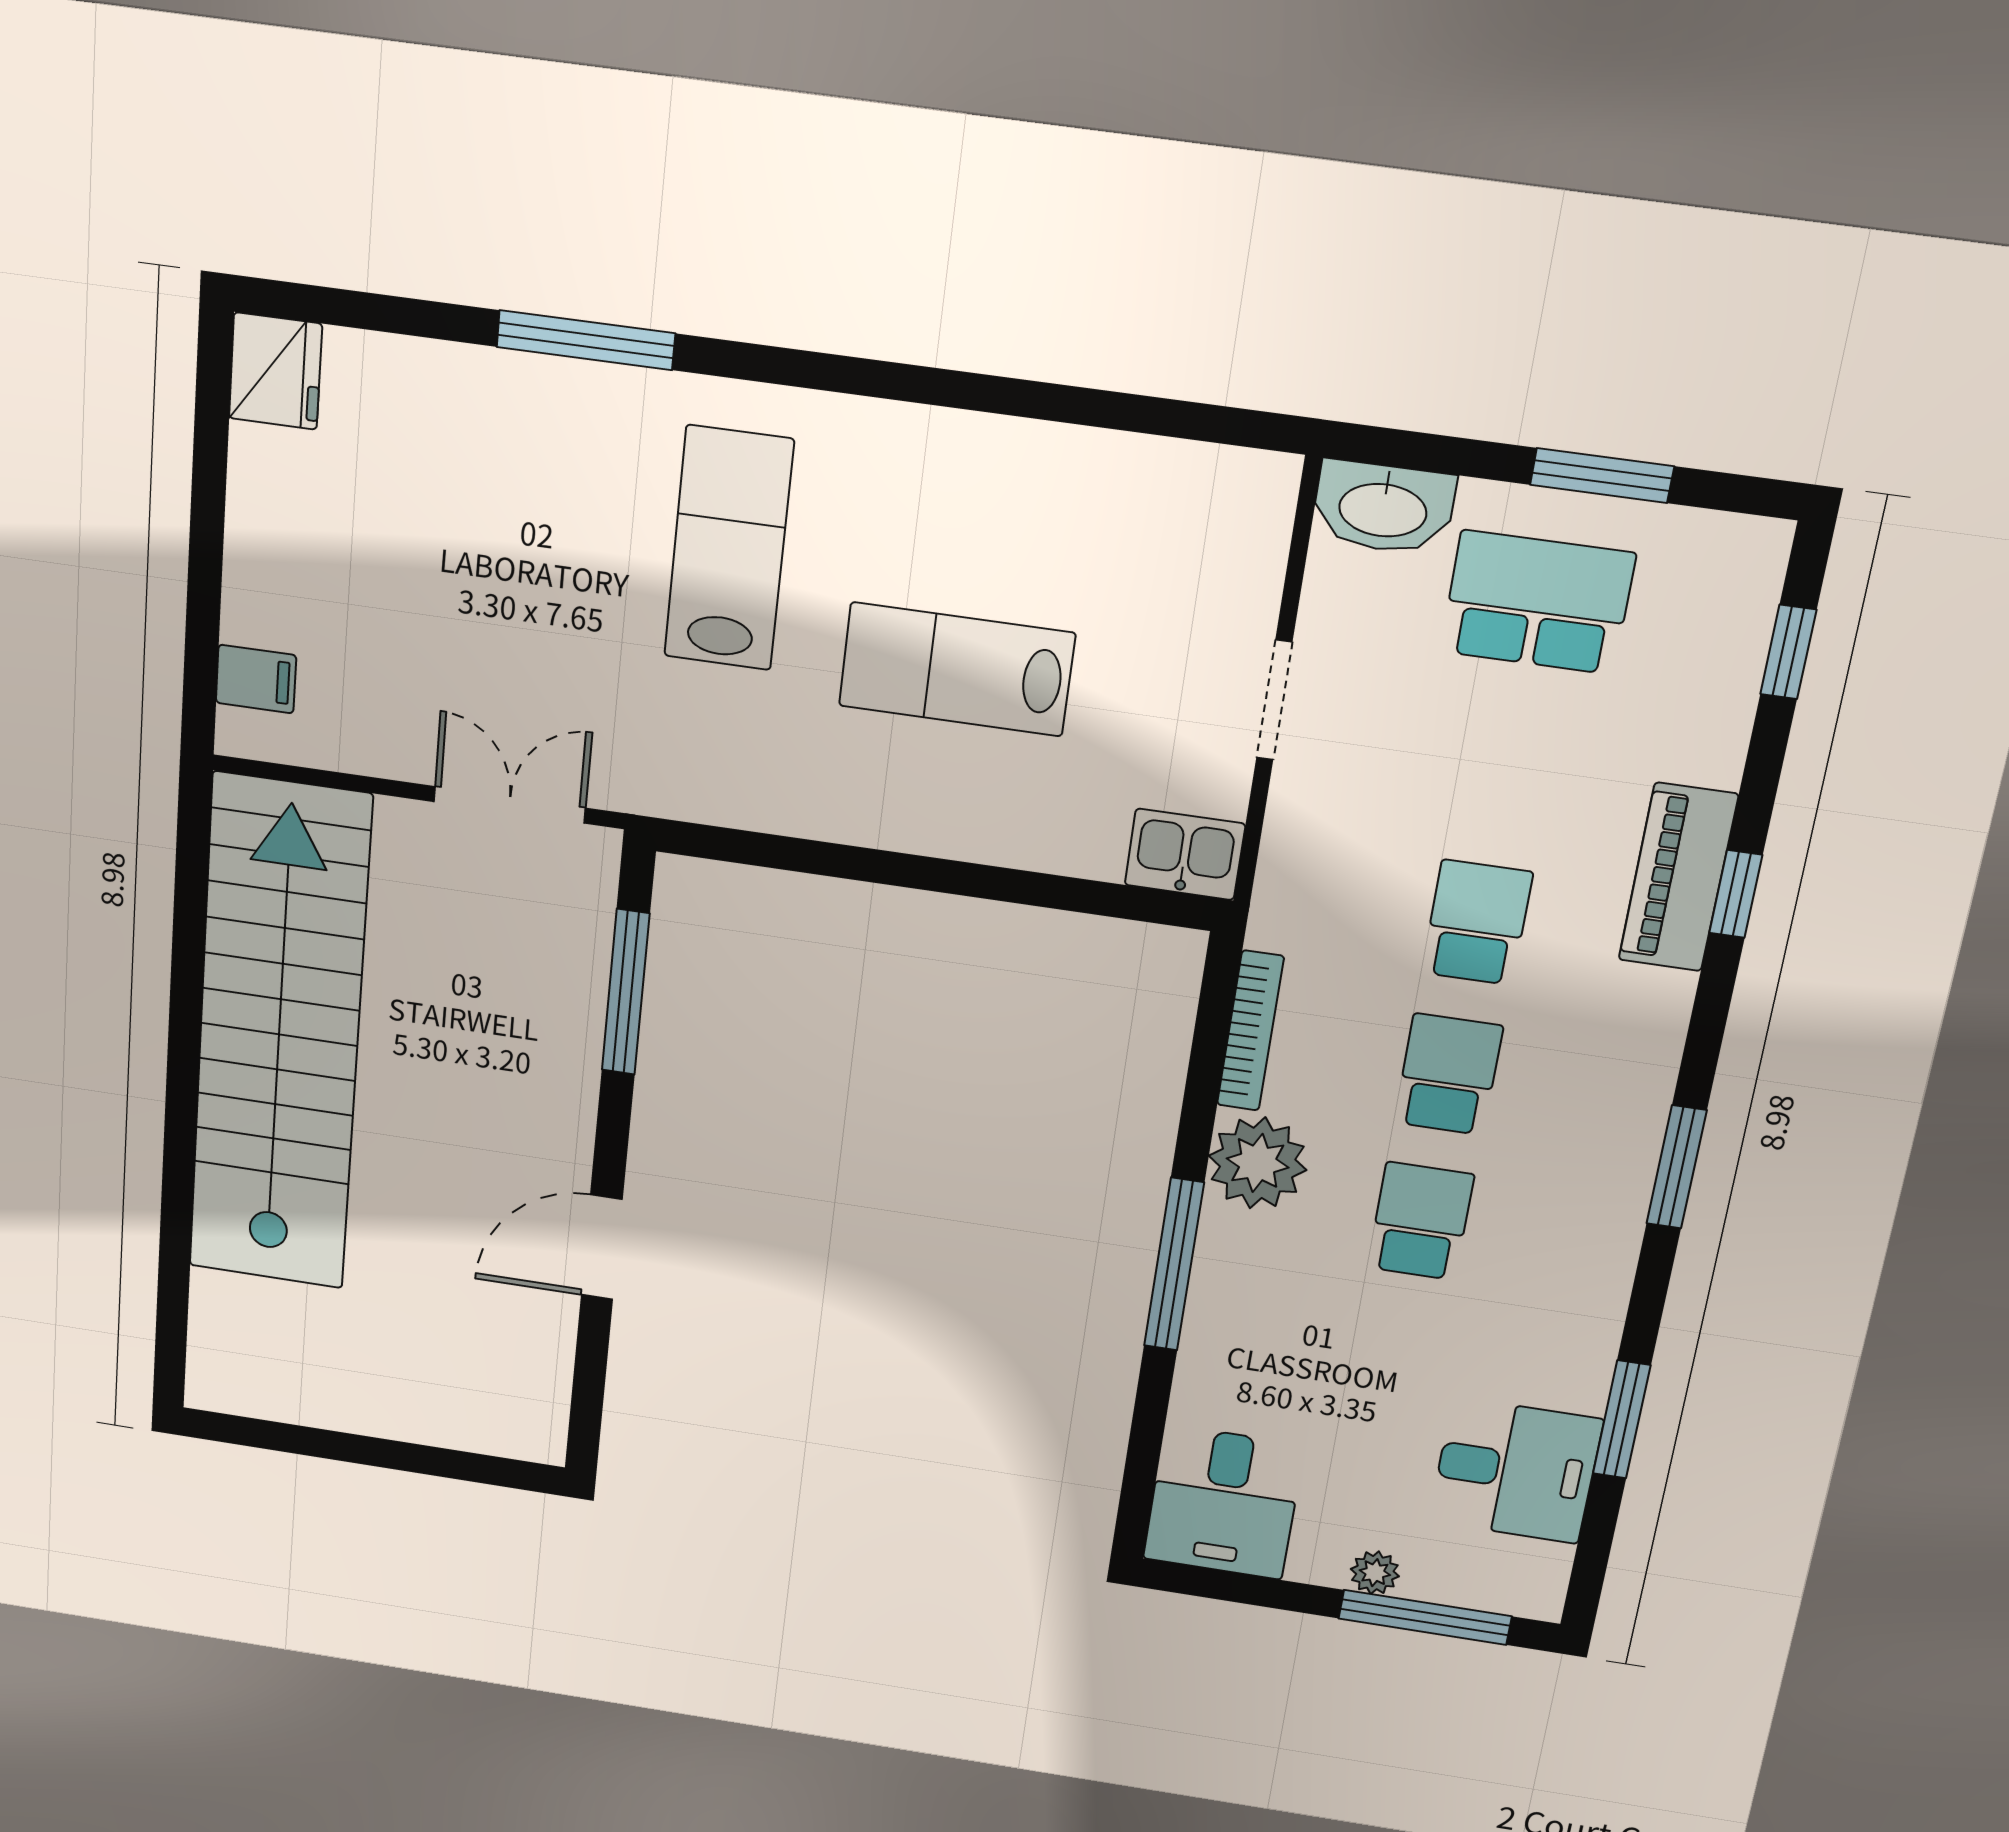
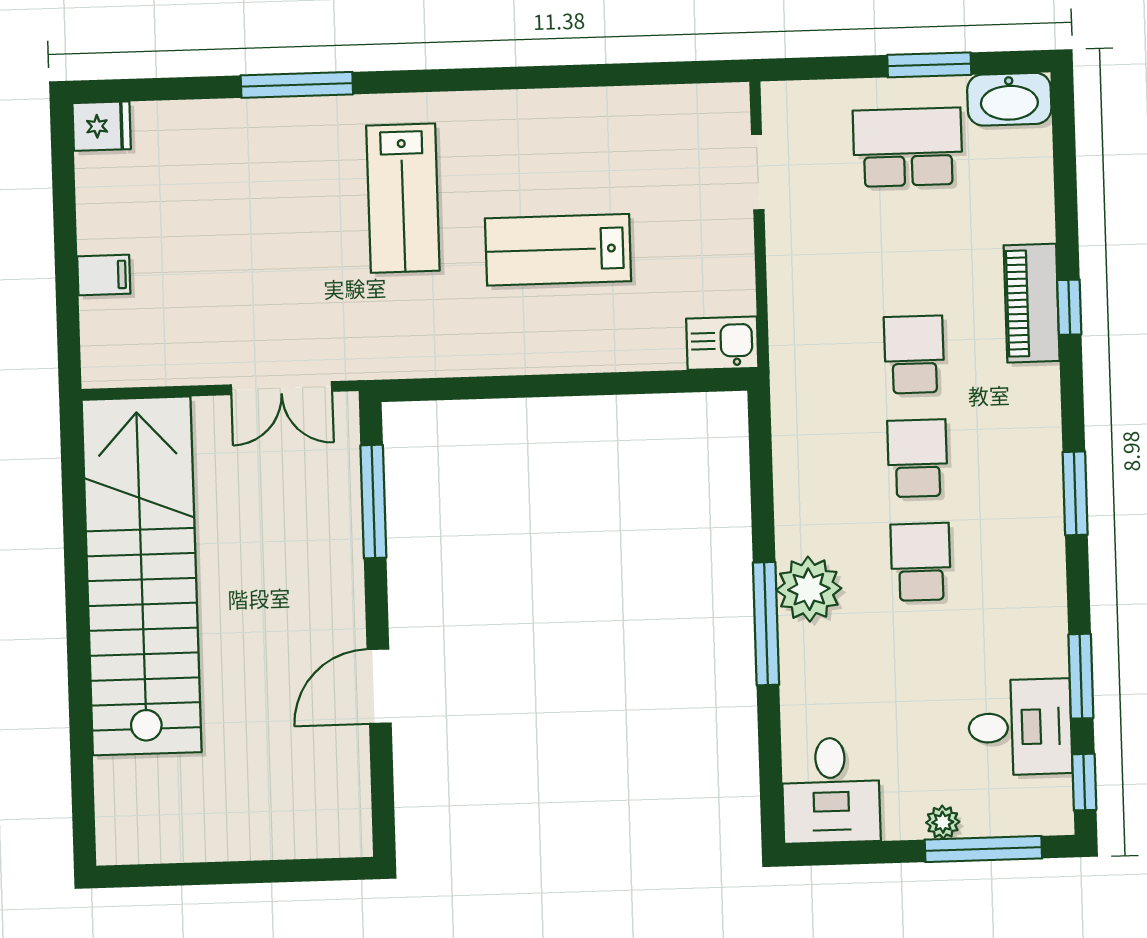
fridge: (275, 371) -> (102, 126), width x0.72
washbasin: (1383, 508) -> (1009, 99), moved
lab bench: (729, 549) -> (403, 198), turned 180
window: (1788, 652) -> (1084, 782), moved
filing cabinet: (256, 679) -> (104, 275), moved
doorway: (1274, 700) -> (758, 172), moved
double door: (510, 805) -> (282, 388), swing flipped
bookcase: (1250, 1031) -> (786, 452), removed
plant: (1258, 1163) -> (809, 589), moved

